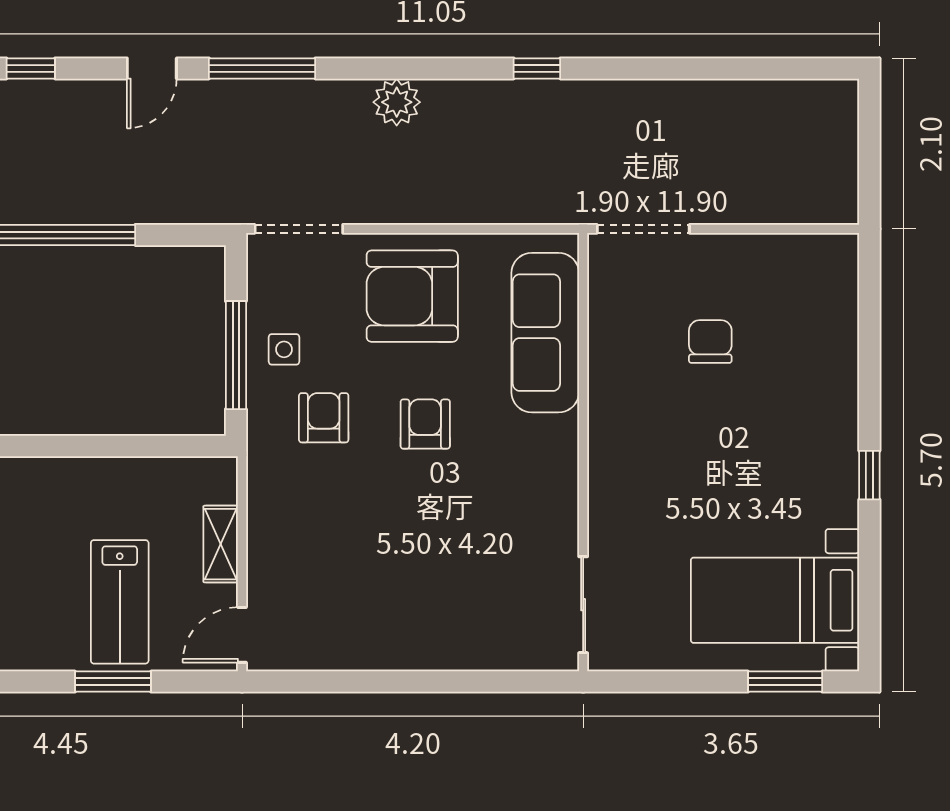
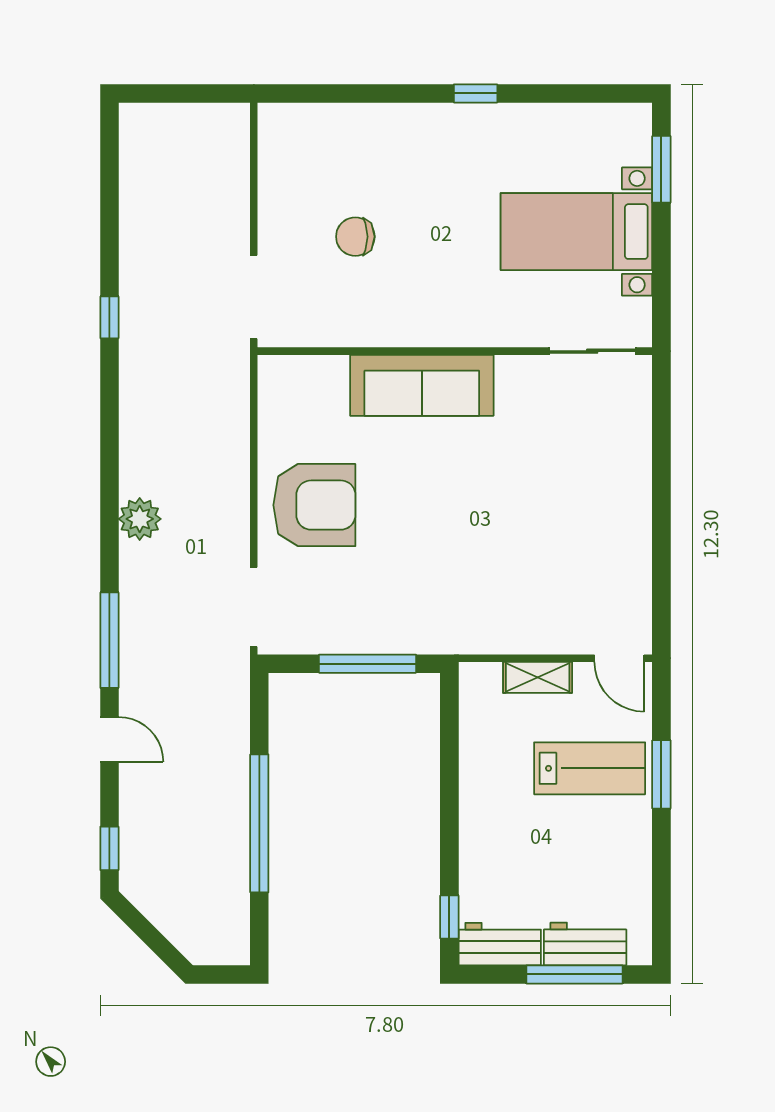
window: (537, 68) -> (109, 317), moved
armchair: (412, 296) -> (314, 505), turned -90
sofa: (545, 333) -> (422, 385), moved
side table: (284, 349) -> (362, 620), removed
armchair: (324, 418) -> (424, 585), removed
armchair: (425, 424) -> (430, 493), removed
bed with nightstands: (775, 600) -> (576, 232), moved, turned 90

